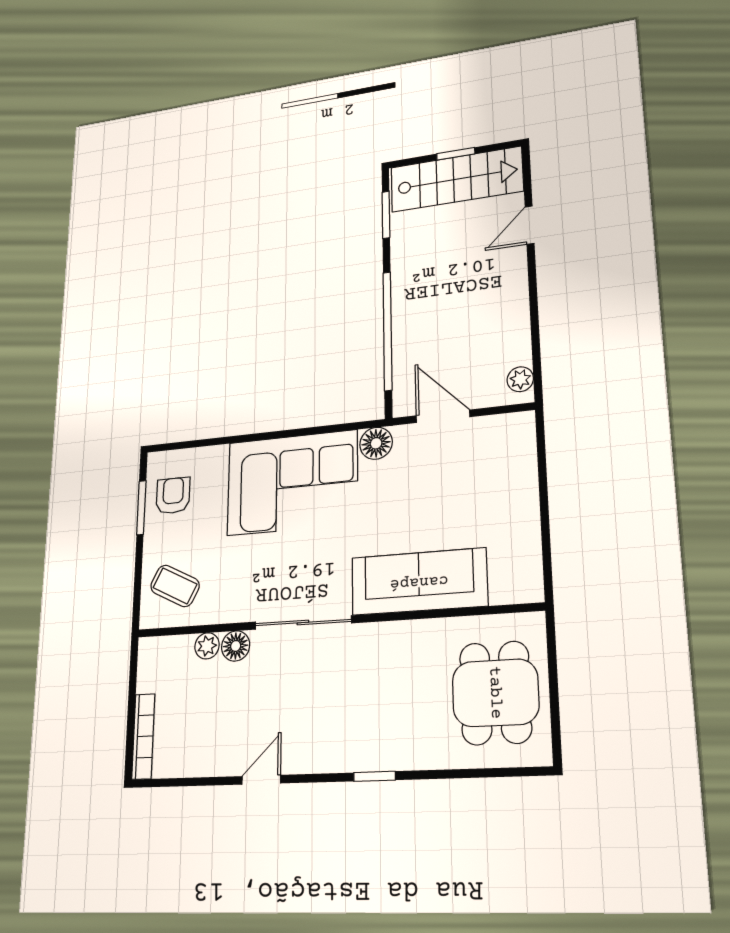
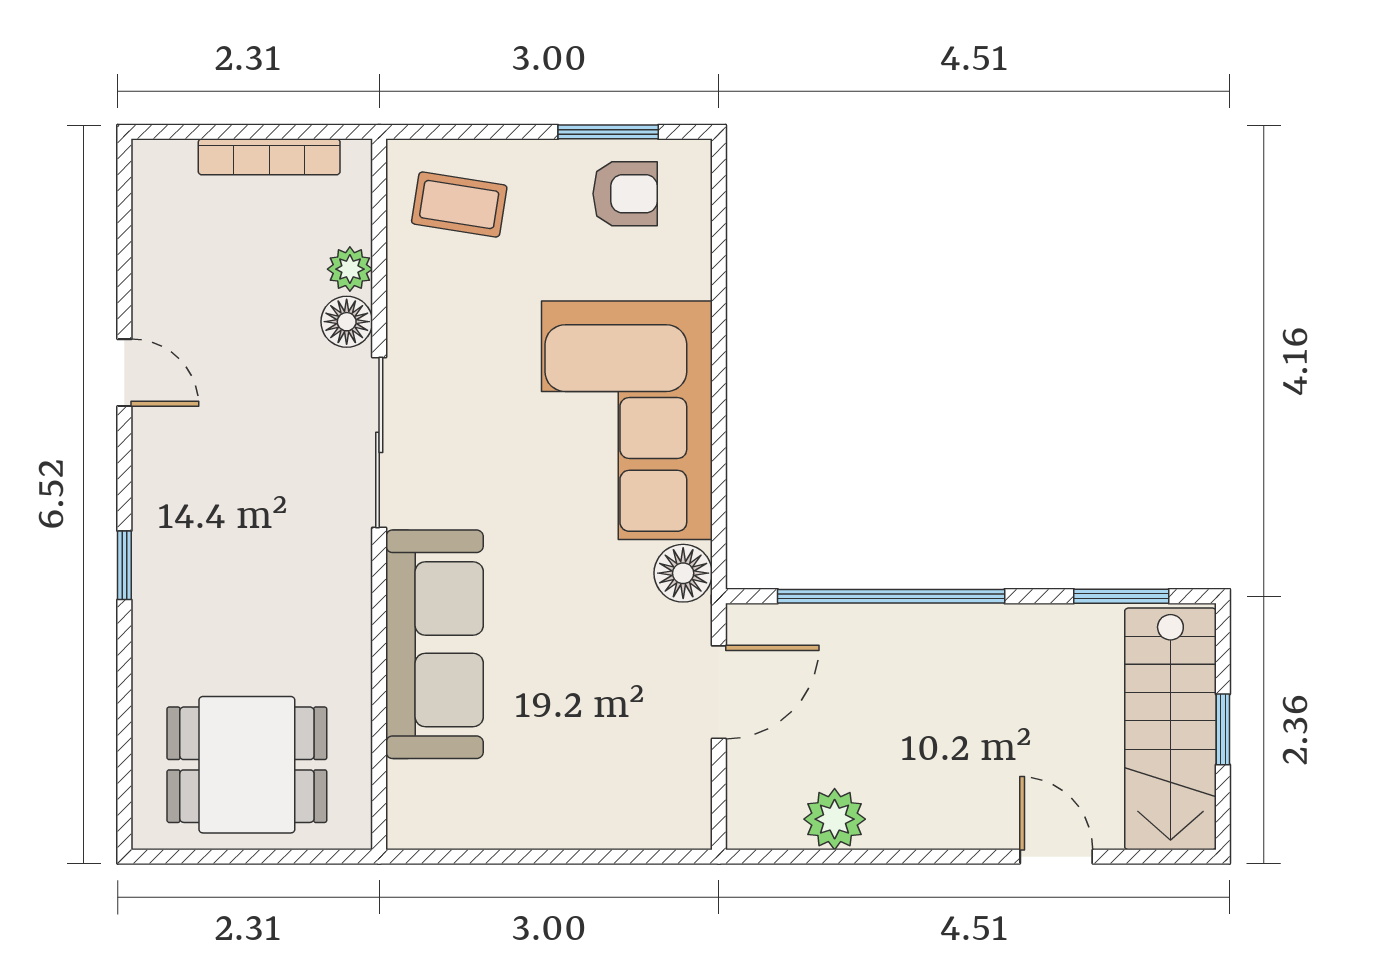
plant: (520, 379) -> (835, 819), moved, width x1.38, depth x1.38
coffee table: (175, 586) -> (459, 204), turned 72
bookcase: (143, 736) -> (269, 157), moved

